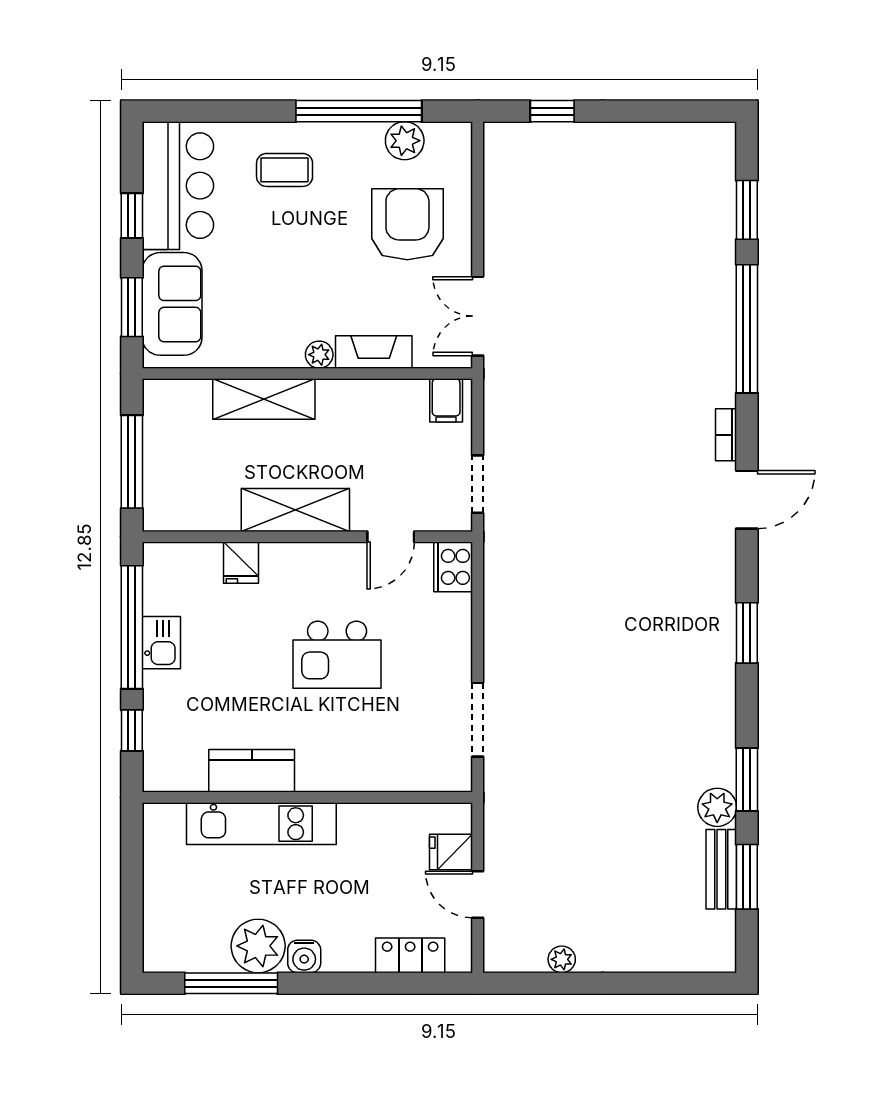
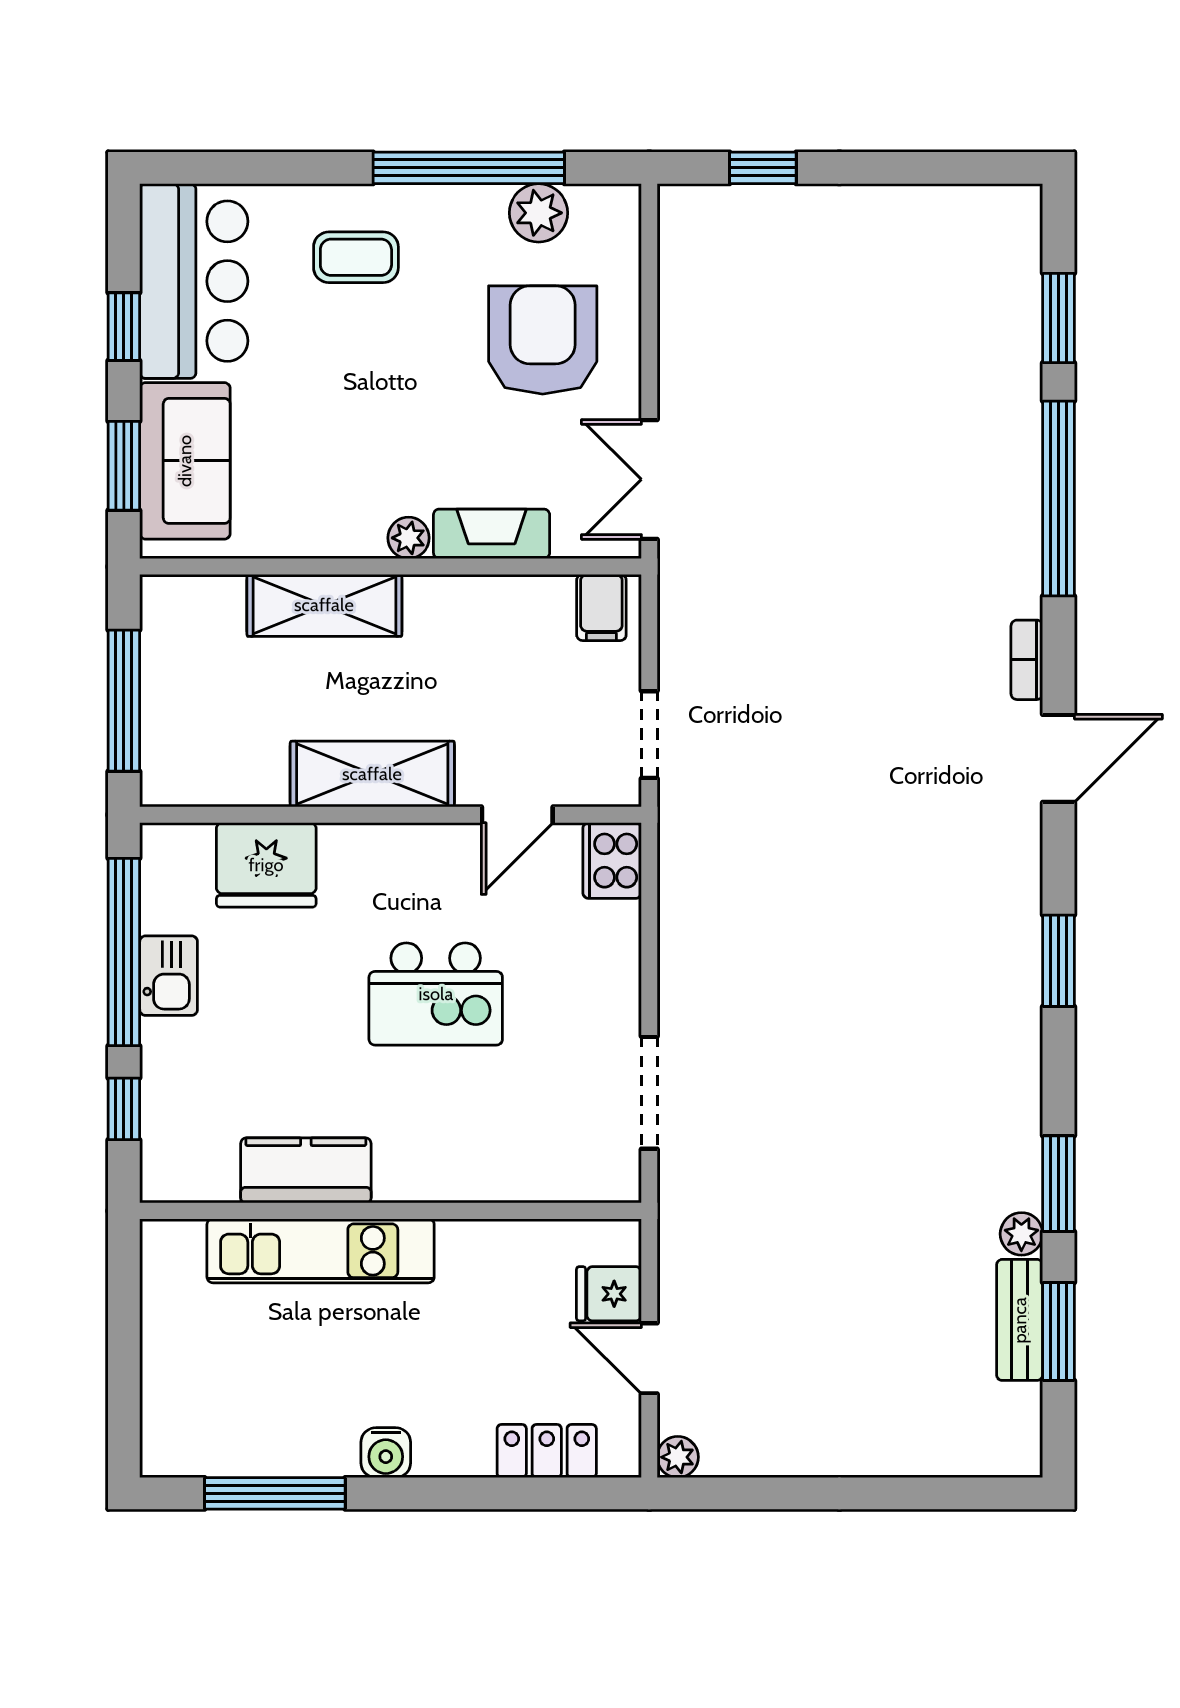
fridge: (241, 563) -> (266, 865), width x1.88, depth x1.34
plant: (717, 807) -> (1021, 1234), width x0.73, depth x0.73
plant: (258, 946) -> (316, 1437), removed
plant: (562, 959) -> (678, 1457), moved

